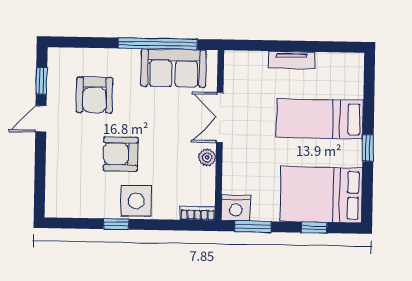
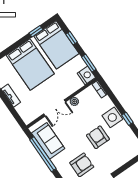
bed: (320, 119) -> (30, 65), width x1.50
window: (368, 148) -> (36, 31), moved
armchair: (121, 154) -> (98, 137), turned 180

